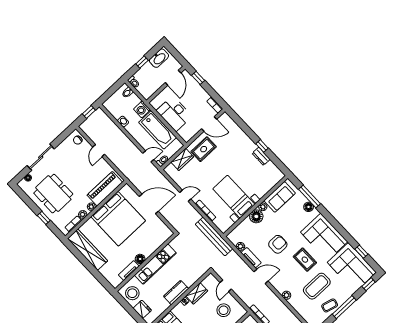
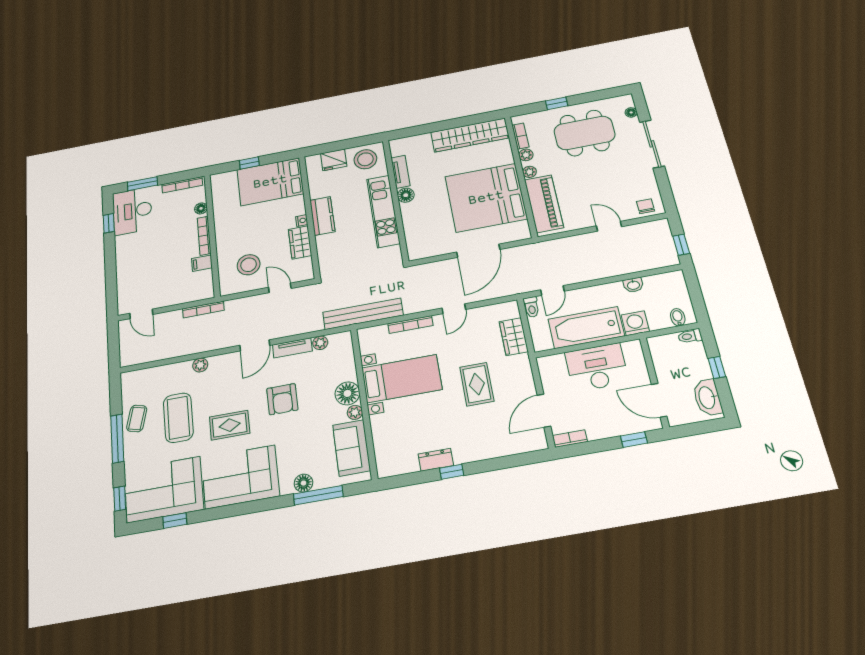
rug: (204, 149) -> (477, 384), moved

